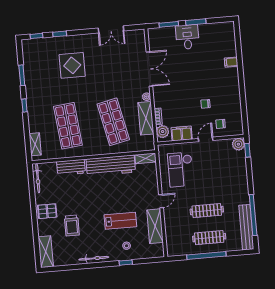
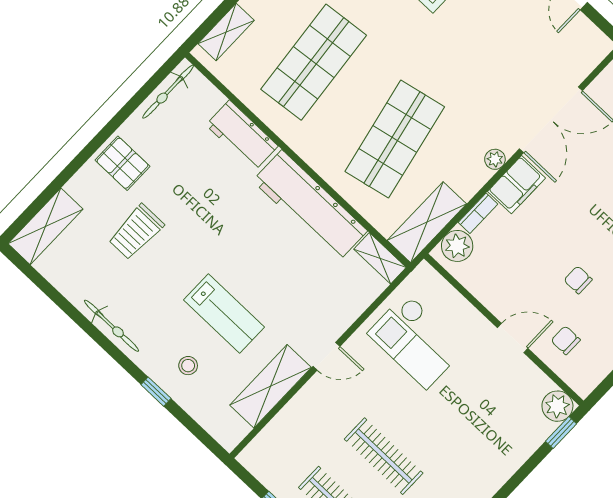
shelving: (146, 118) -> (427, 222), moved
filing cabinet: (182, 133) -> (517, 185), moved, turned 90
checkout: (181, 170) -> (416, 341), turned -90

